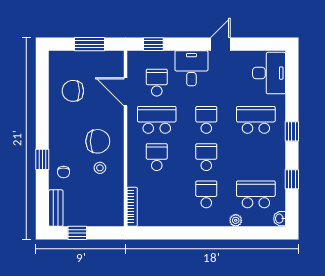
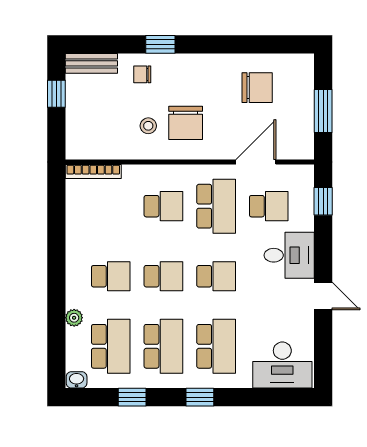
chair: (73, 91) -> (257, 88), turned 90
school desk: (256, 157) -> (163, 346), added

